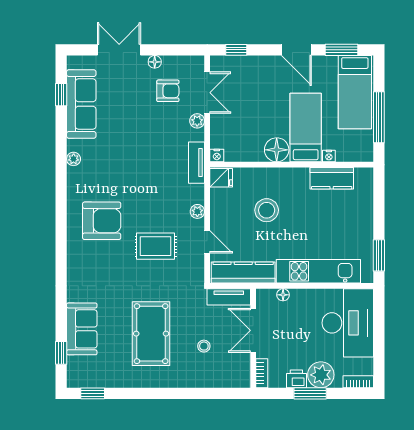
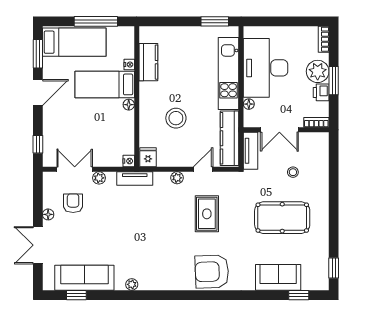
floor lamp: (277, 150) -> (129, 105), width x0.53, depth x0.53
armchair: (102, 221) -> (212, 272), moved, turned -92
desk: (348, 323) -> (266, 68), moved, turned -90

